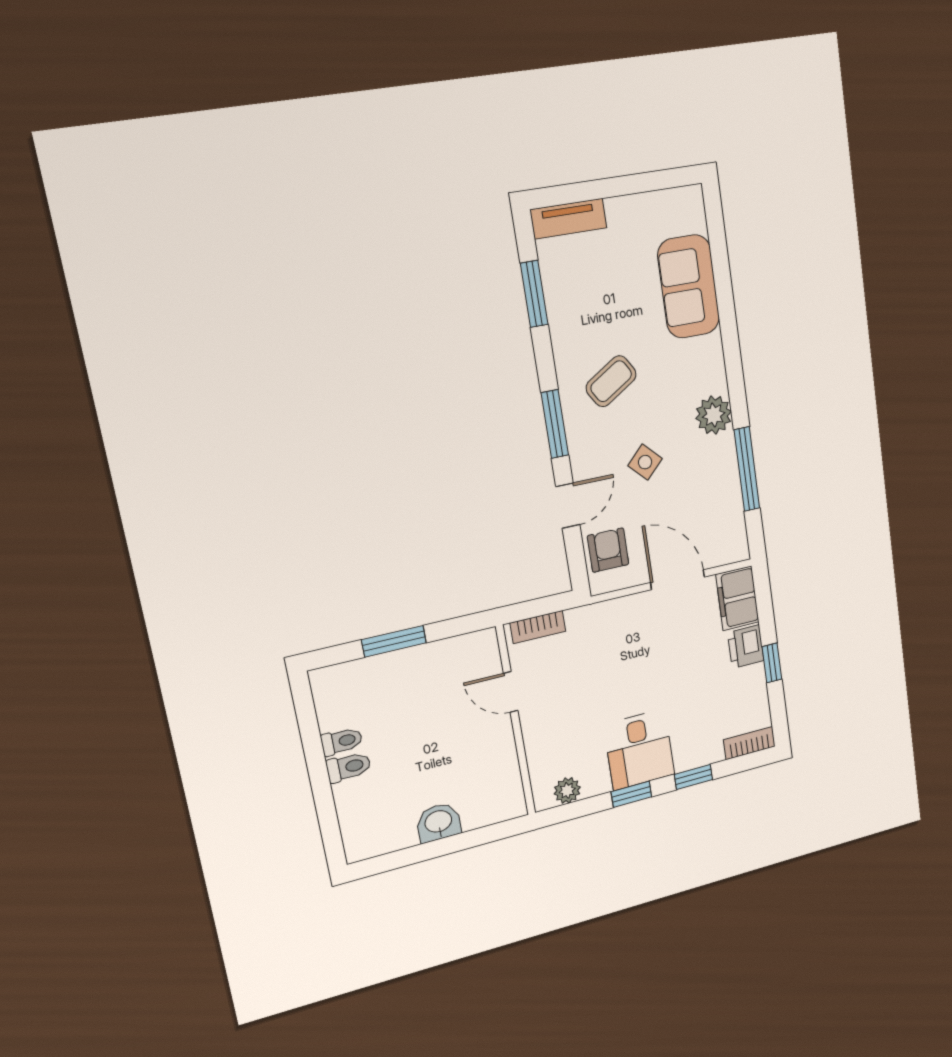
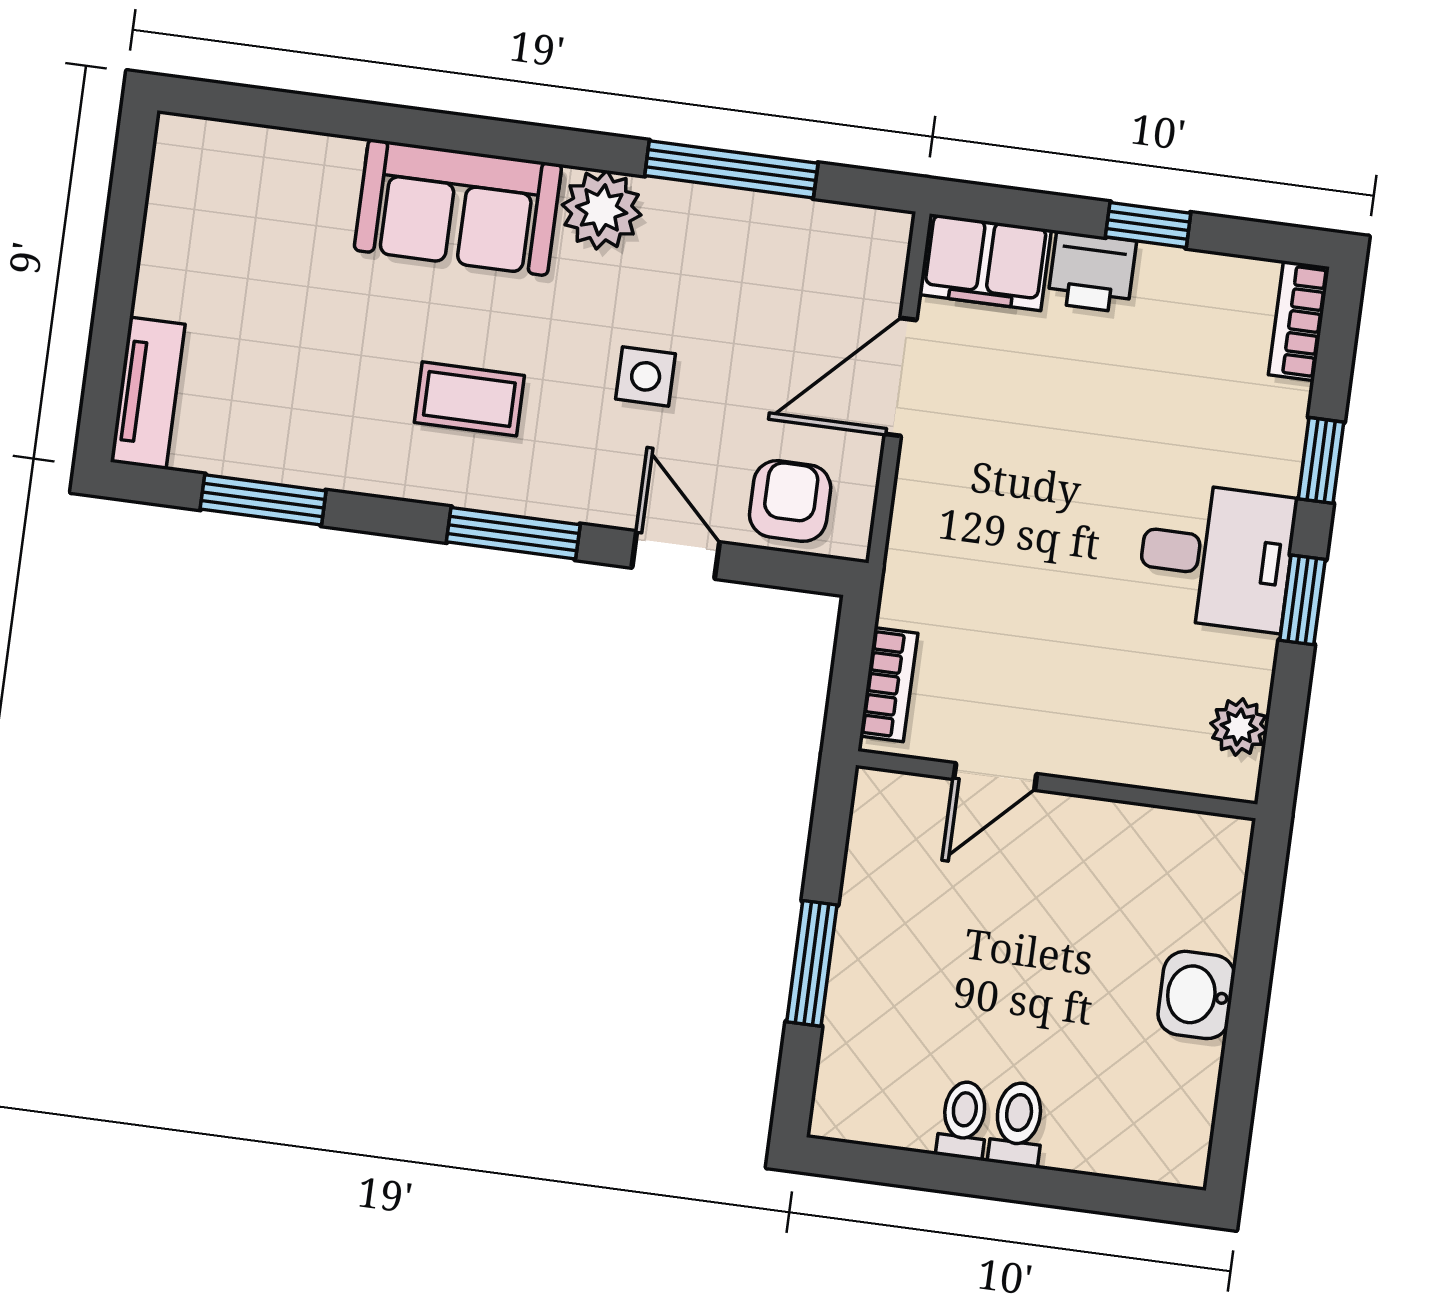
sofa: (689, 287) -> (458, 207), moved
coffee table: (611, 381) -> (469, 399), turned -58
side table: (645, 462) -> (646, 376), turned 45
armchair: (608, 550) -> (790, 501), turned 90

